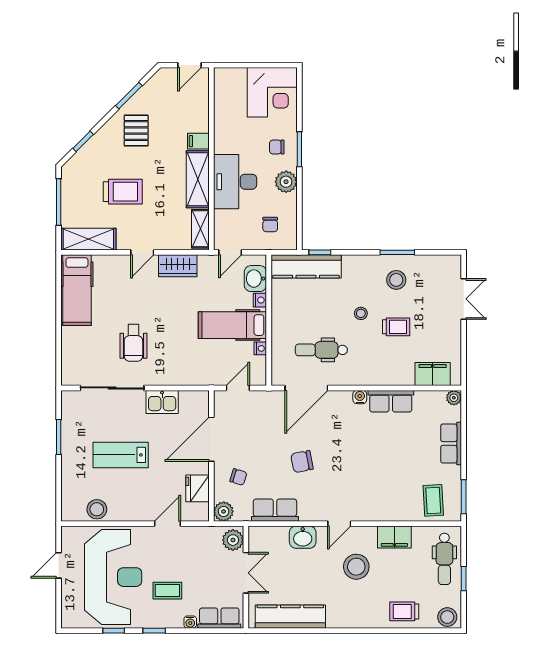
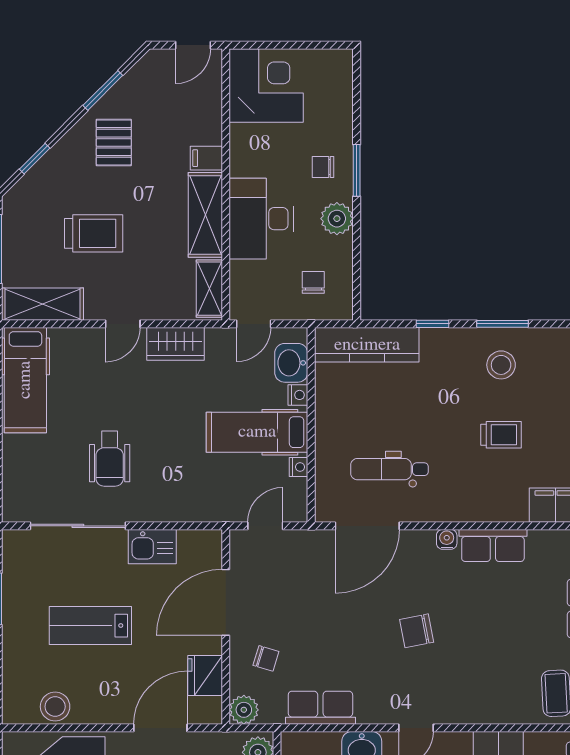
corner desk: (272, 92) -> (266, 85), moved, turned -90
chair: (270, 225) -> (313, 282), turned 180
window: (320, 252) -> (432, 324), moved
stool: (361, 313) -> (448, 415), removed
chair: (302, 462) -> (417, 631), moved
door: (167, 524) -> (160, 728), width x1.38

